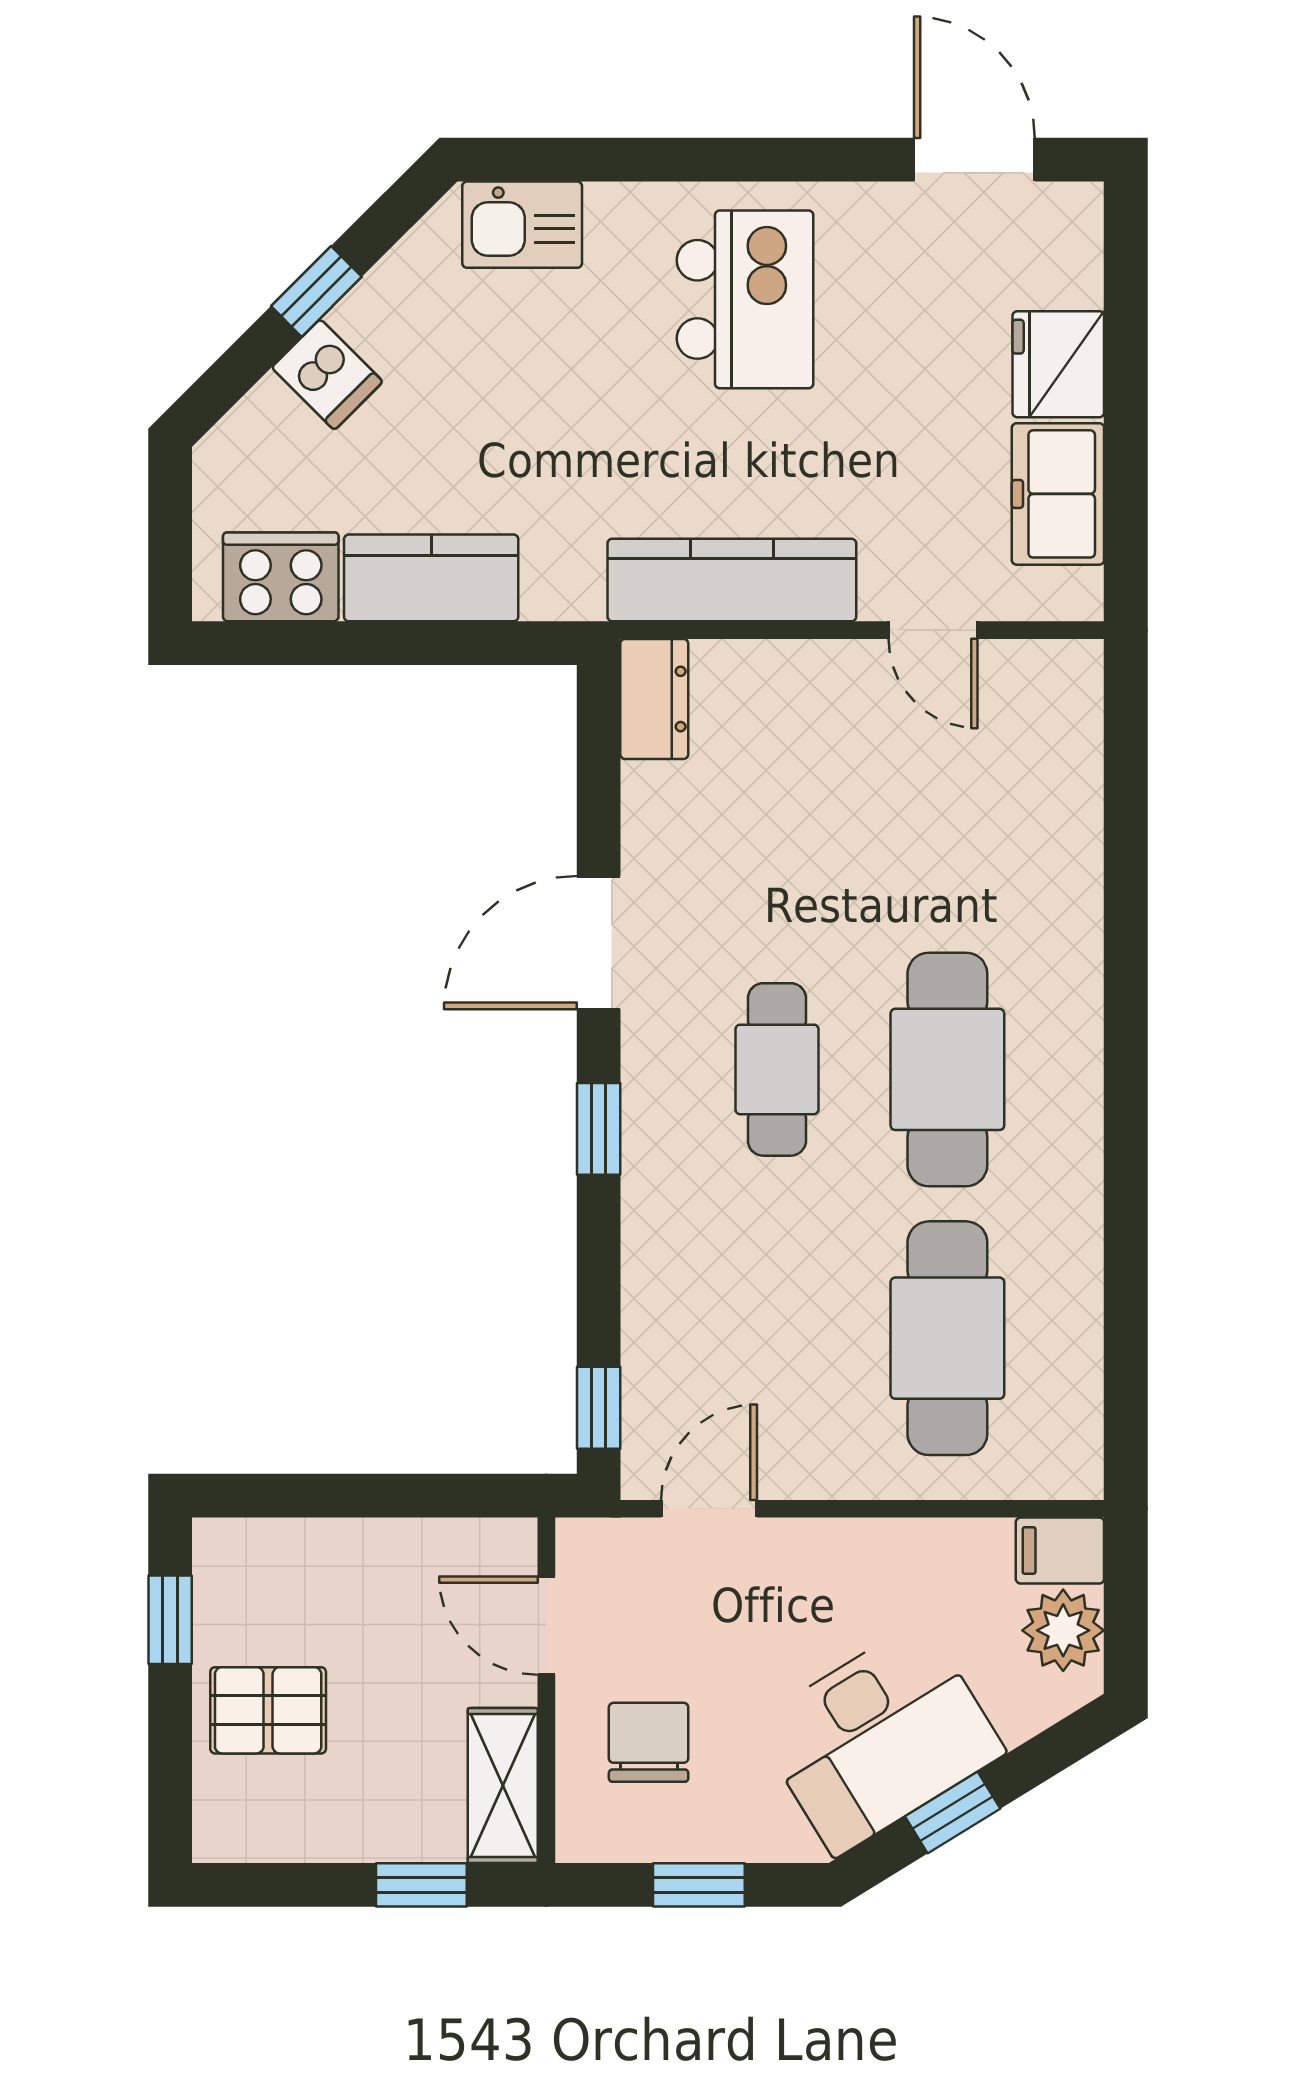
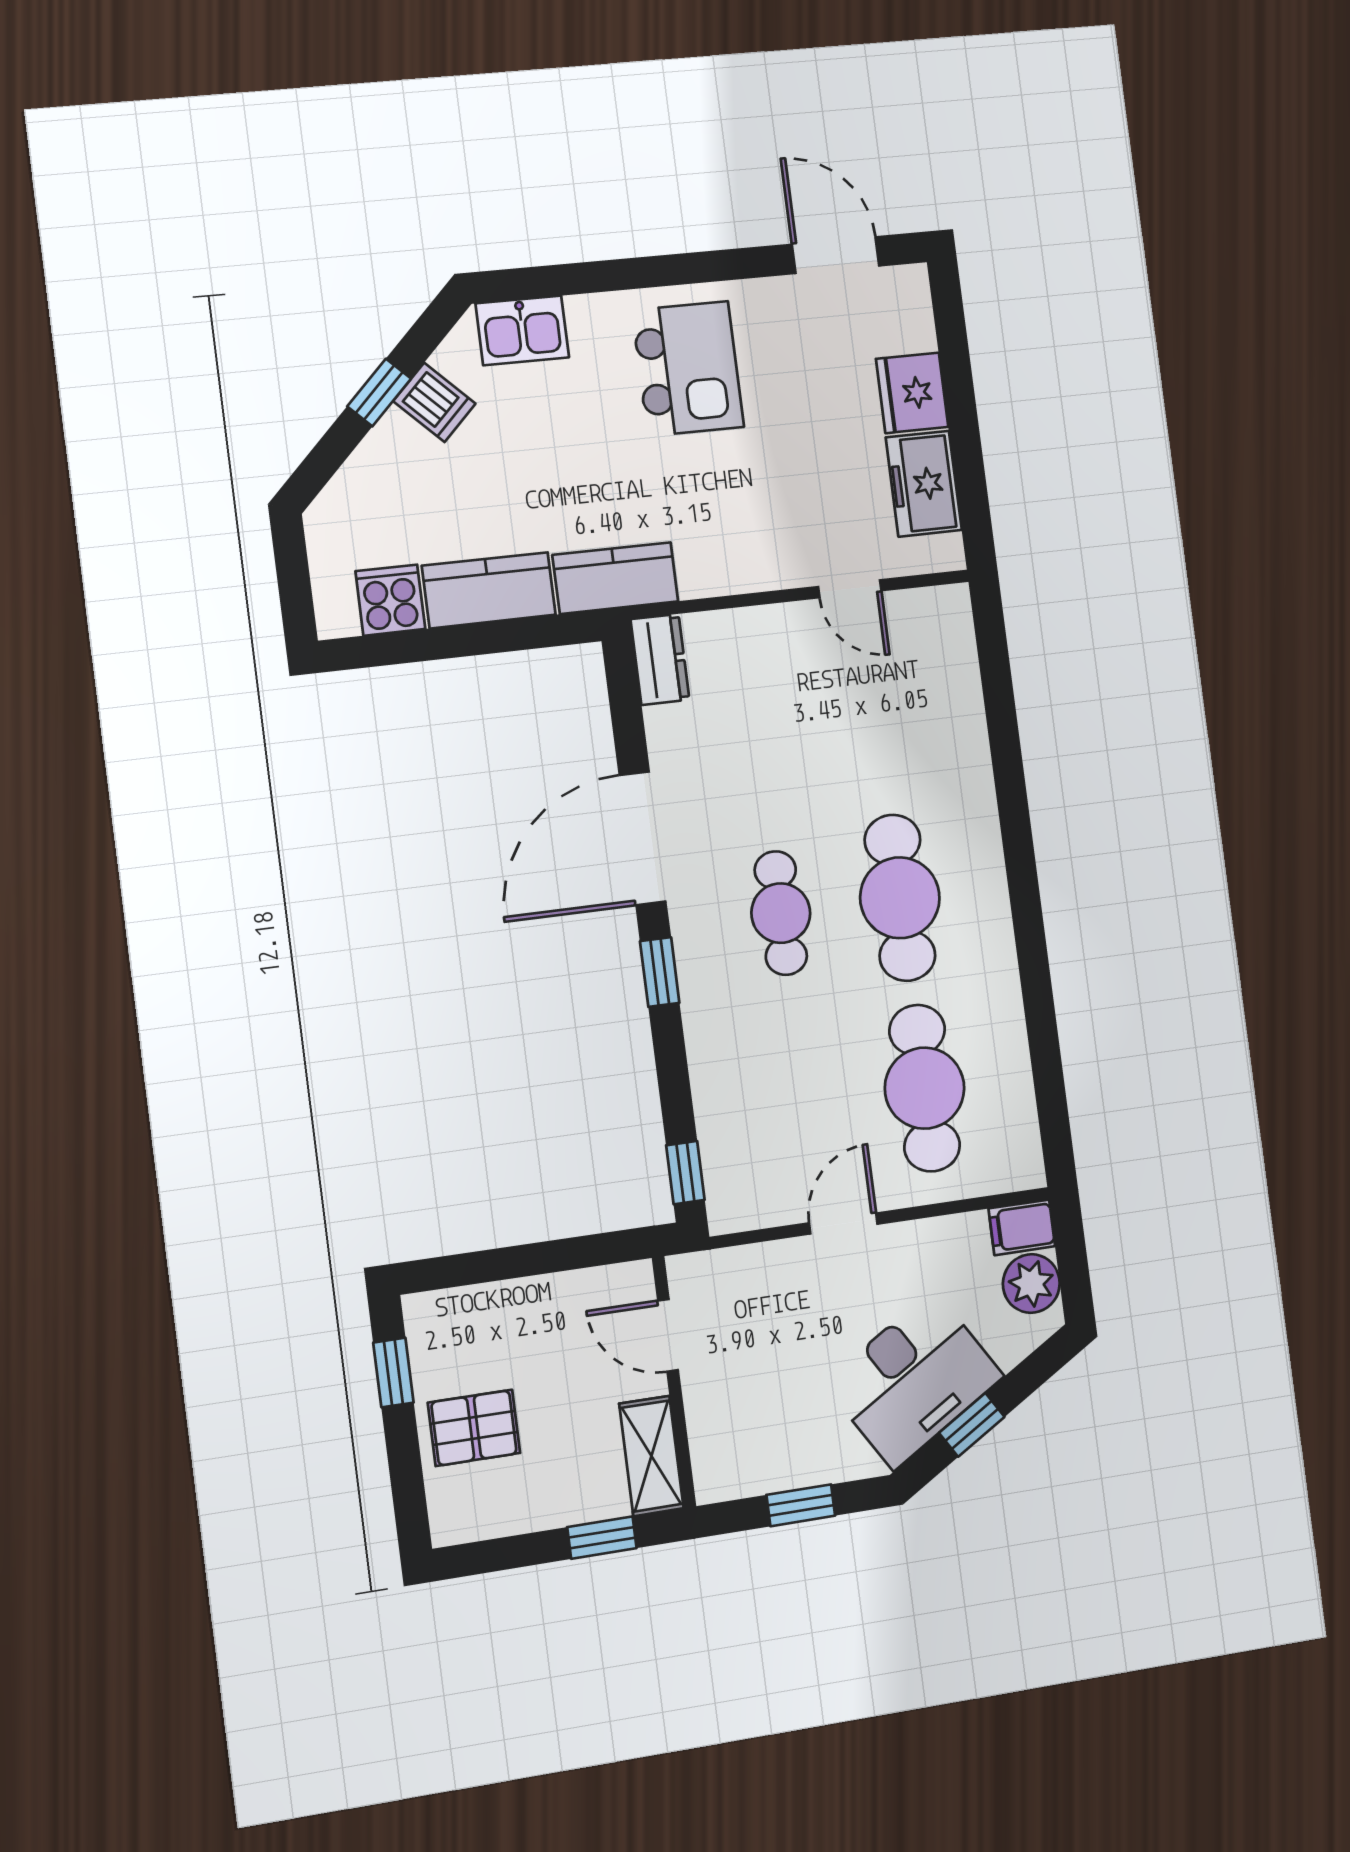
dishwasher: (327, 375) -> (434, 402), moved
cooker: (281, 577) -> (390, 600), width x0.73
kitchen counter: (732, 580) -> (615, 578), moved, width x0.67
door: (599, 943) -> (643, 838), width x1.36
door: (709, 1509) -> (843, 1223), moved
chair: (649, 1742) -> (752, 1408), removed

